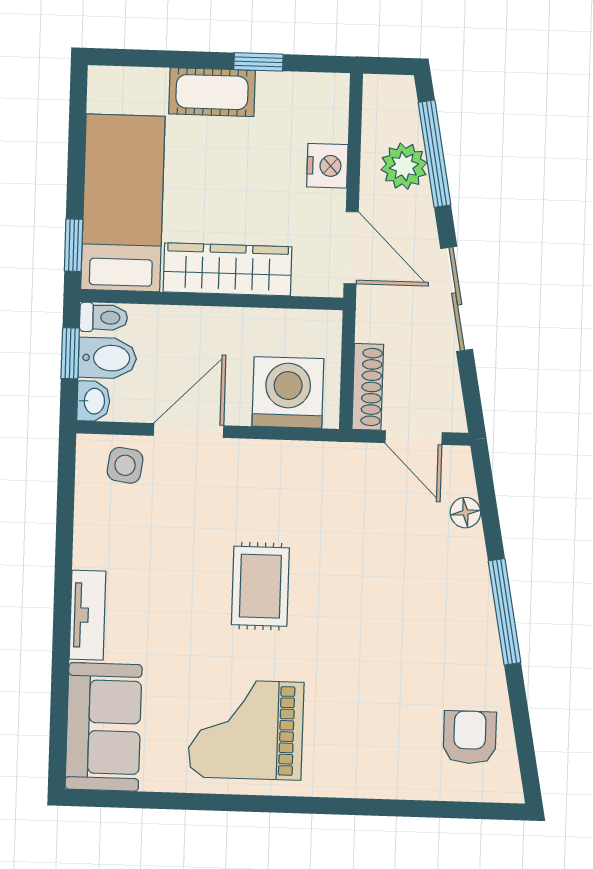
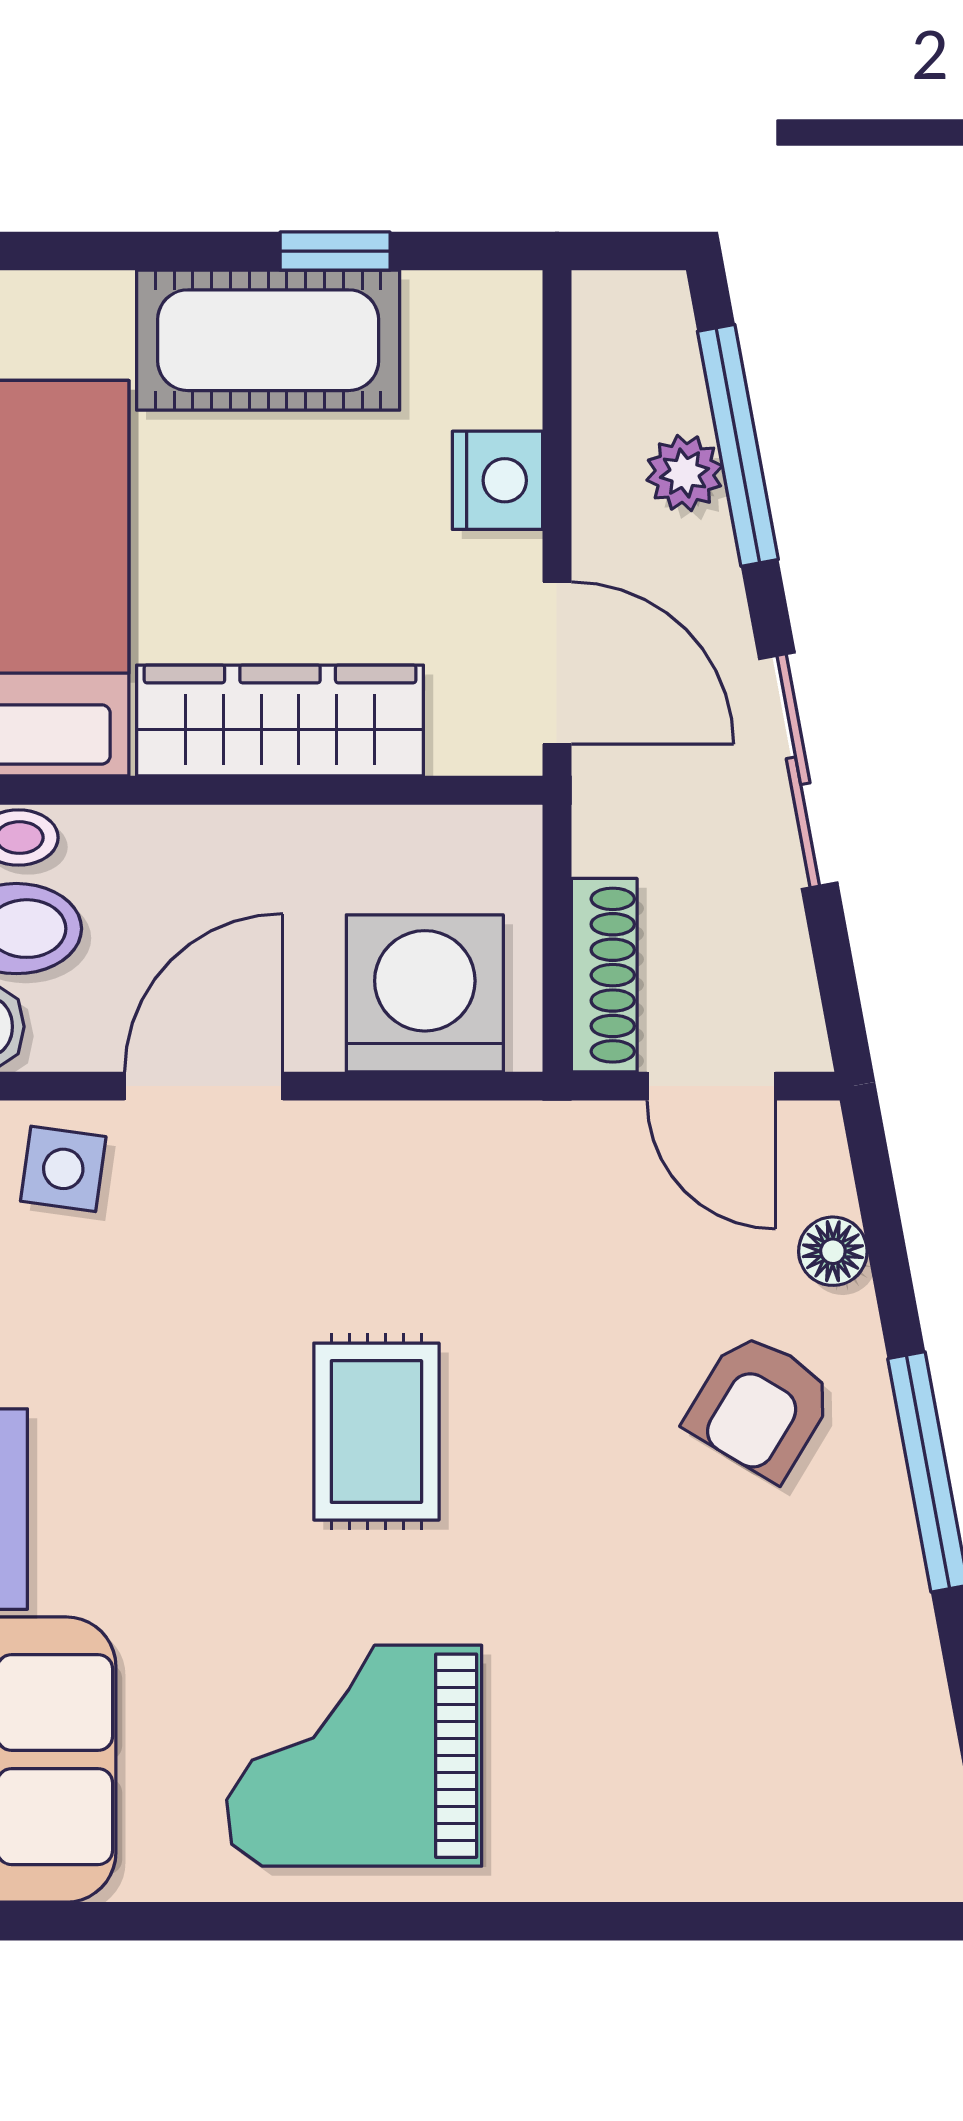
cot: (212, 92) -> (268, 340), width x1.37, depth x1.34
plant: (404, 166) -> (684, 473), width x0.73, depth x0.73
armchair: (470, 737) -> (760, 1406), moved, turned -149

